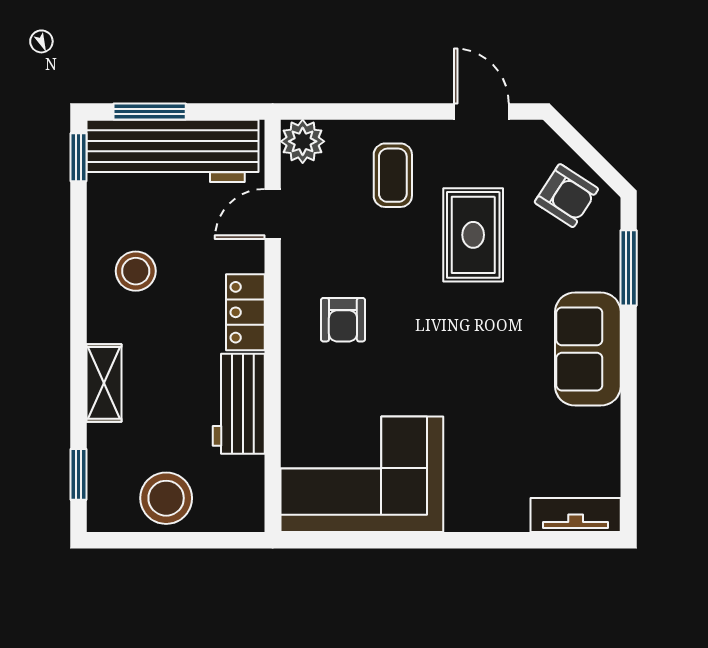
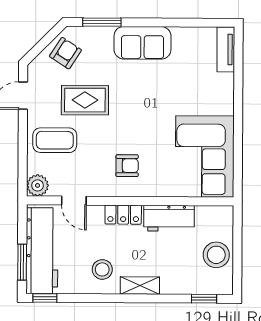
coffee table: (393, 175) -> (55, 140), width x1.36, depth x1.30
shelving: (104, 383) -> (140, 286), moved

